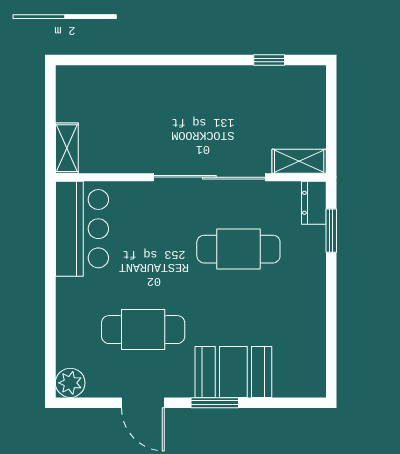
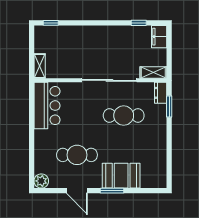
window: (89, 60) -> (51, 23), added
filing cabinet: (311, 88) -> (159, 37), added

